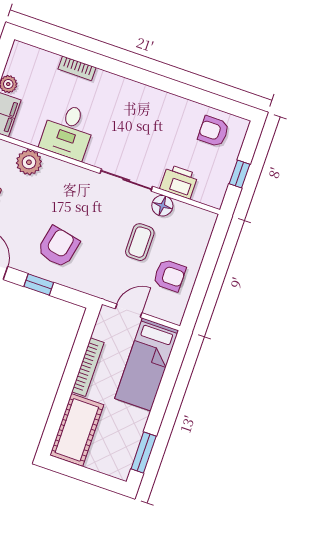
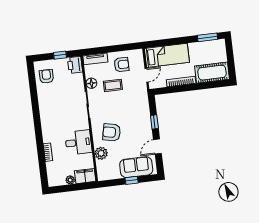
armchair: (213, 131) -> (46, 76), turned 180
printer: (179, 182) -> (75, 65), moved
tv unit: (202, 234) -> (95, 59), added
armchair: (58, 247) -> (112, 132), moved
armchair: (169, 275) -> (122, 65), turned 90
door: (129, 311) -> (147, 75), swing flipped

